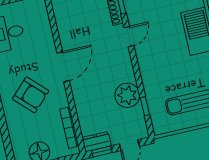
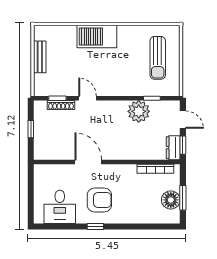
door: (63, 67) -> (88, 162), moved
armchair: (31, 95) -> (99, 200), moved, turned 45

